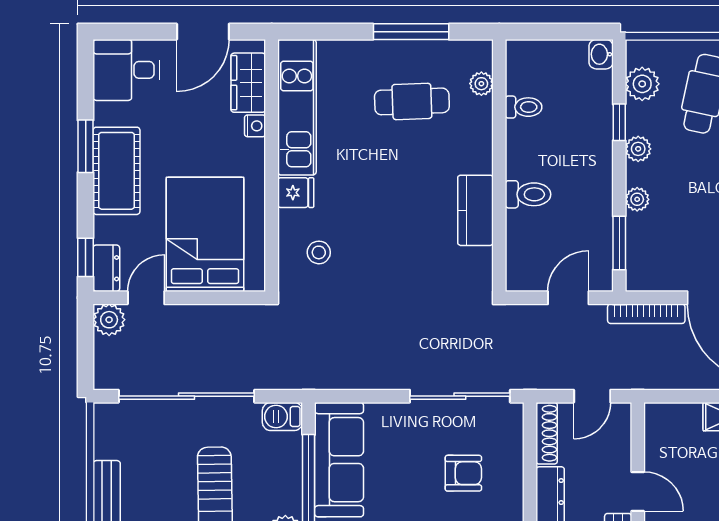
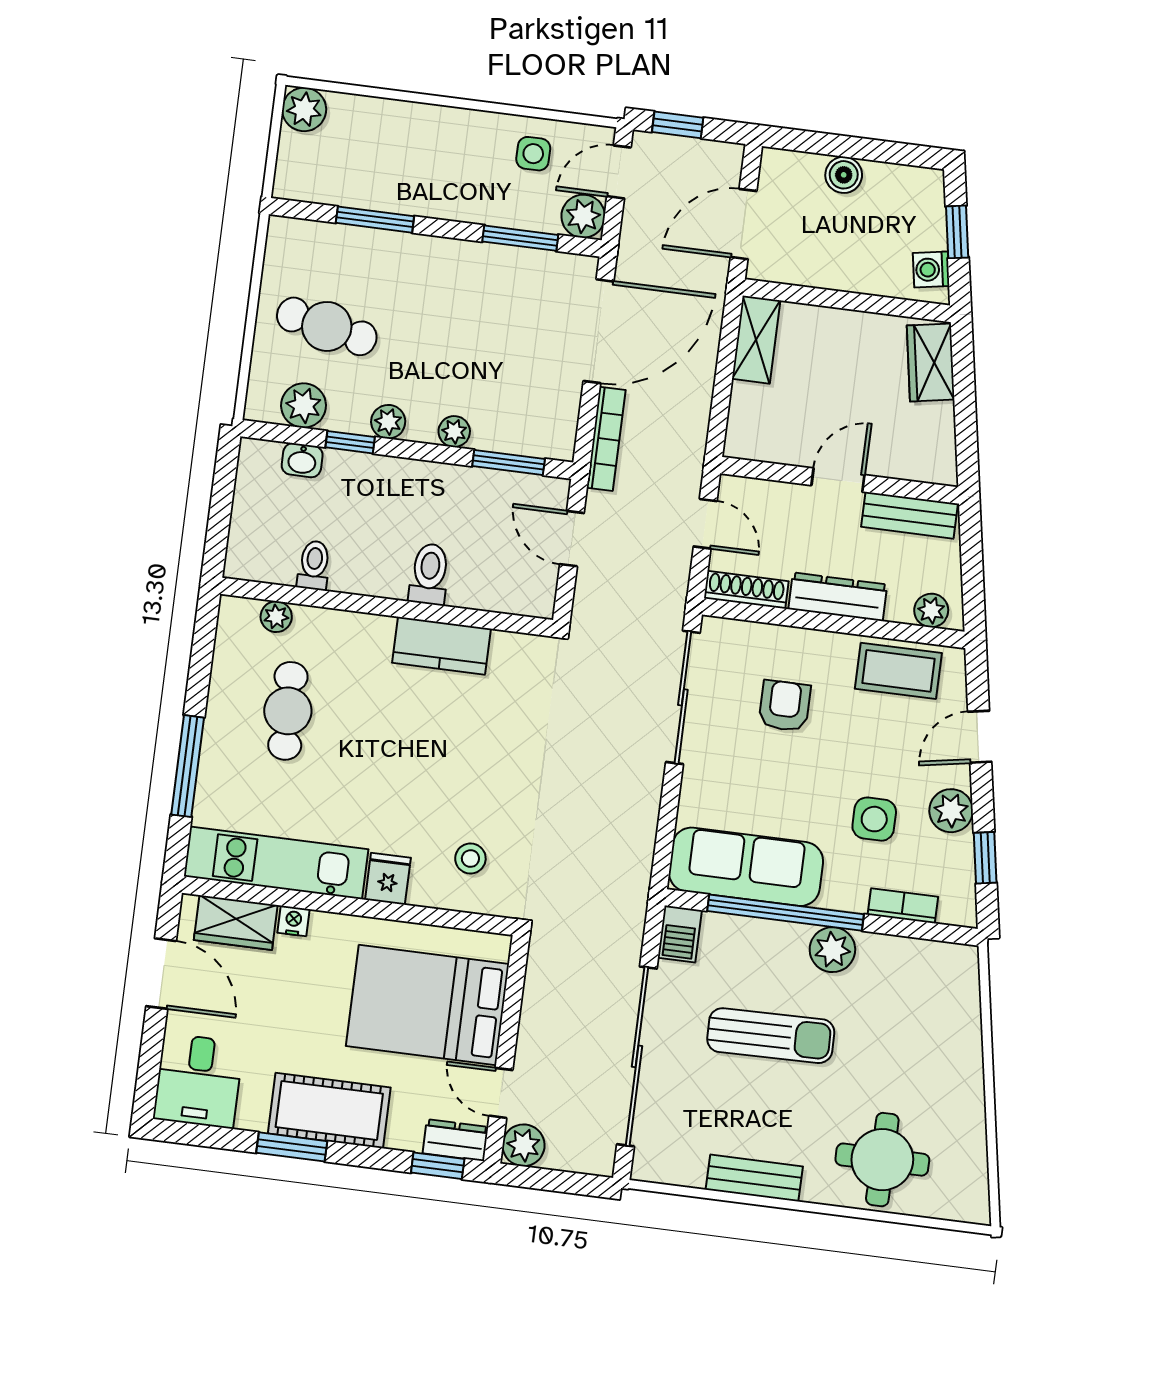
window: (411, 32) -> (188, 766), moved
washbasin: (601, 54) -> (302, 460), moved

